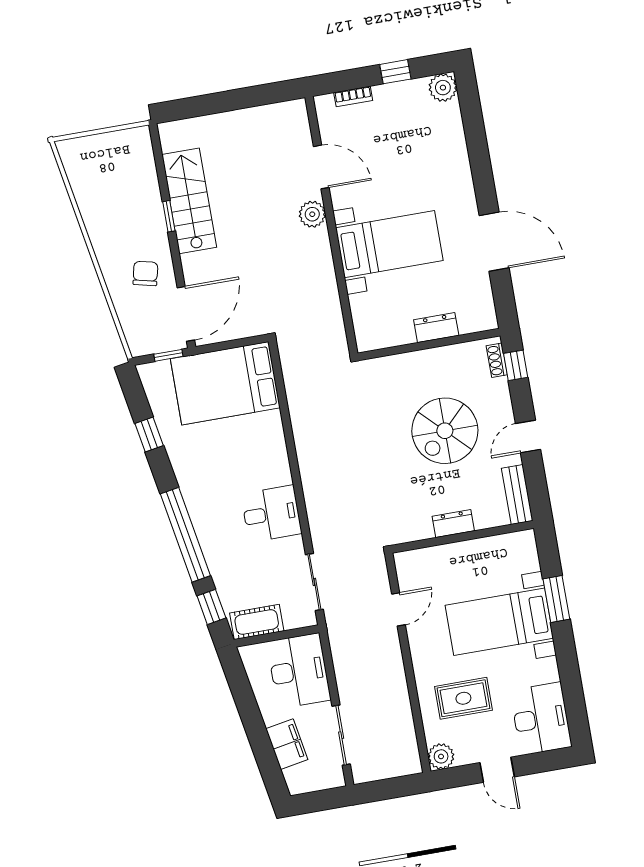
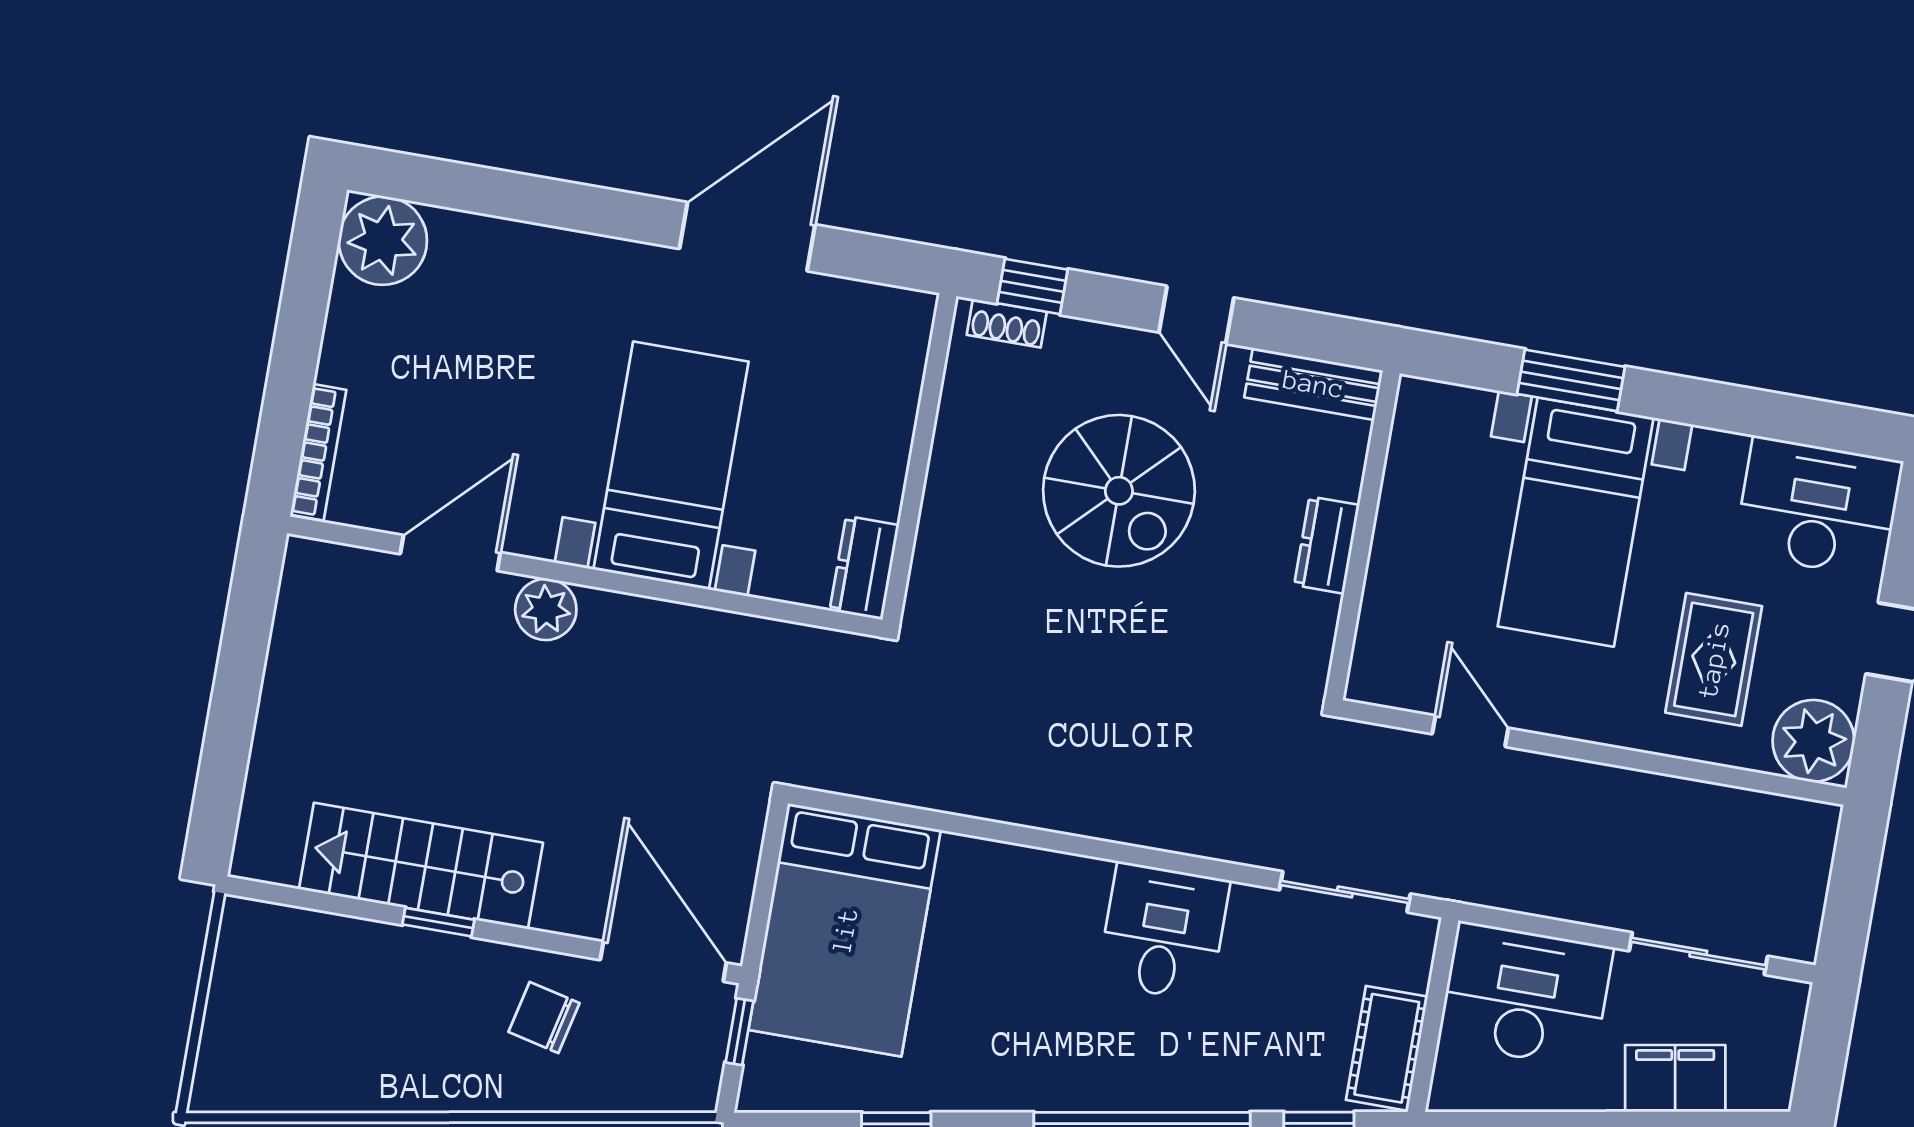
window: (395, 72) -> (302, 318), removed
plant: (443, 88) -> (383, 241), width x1.36, depth x1.36
bookcase: (353, 96) -> (318, 452), width x1.56
dresser: (436, 328) -> (864, 568), moved
plant: (441, 756) -> (1813, 741), width x1.36, depth x1.36

